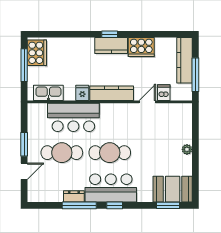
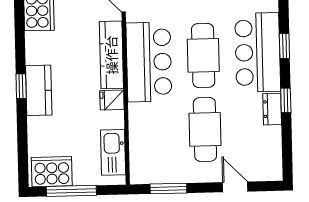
window: (110, 34) -> (21, 86), moved
kitchen counter: (111, 46) -> (39, 90), moved
bar counter: (73, 117) -> (149, 62), moved
window: (24, 144) -> (168, 189), moved
window: (79, 205) -> (286, 100), width x0.46

